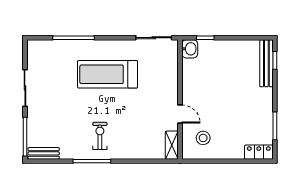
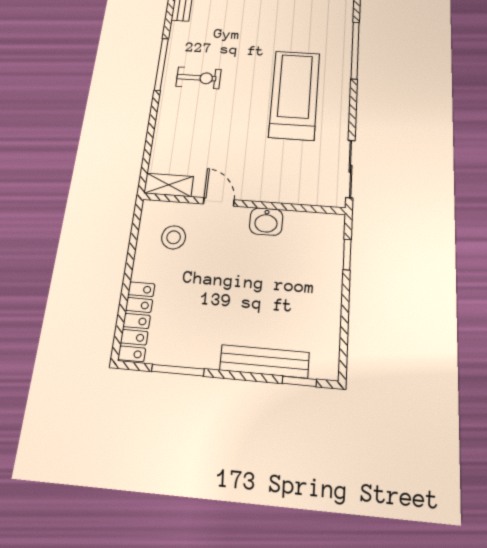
washbasin: (190, 49) -> (266, 222), moved
bench: (266, 63) -> (264, 361), moved
door: (180, 114) -> (219, 202), swing flipped
locker: (259, 152) -> (137, 321), width x1.53

